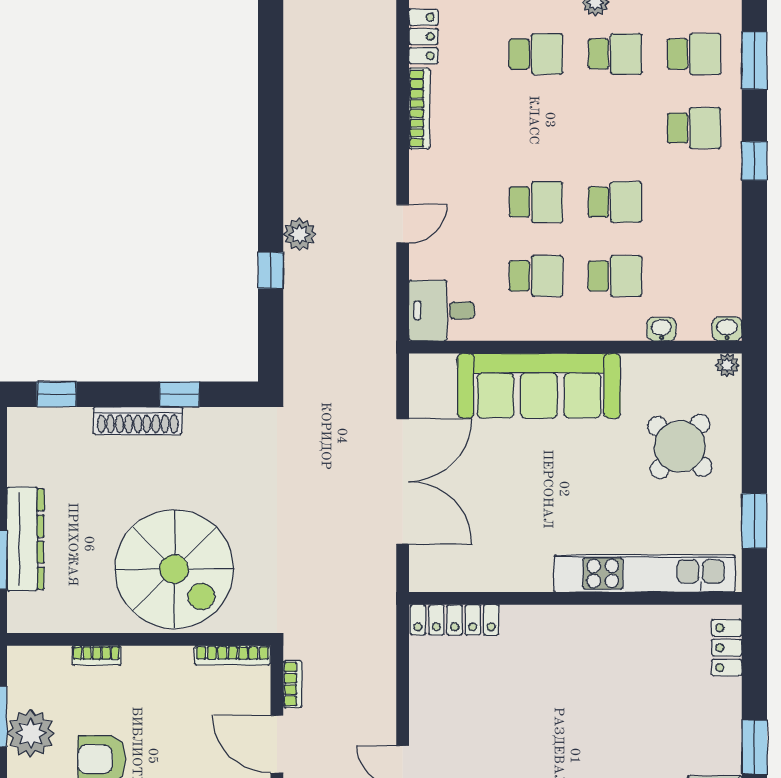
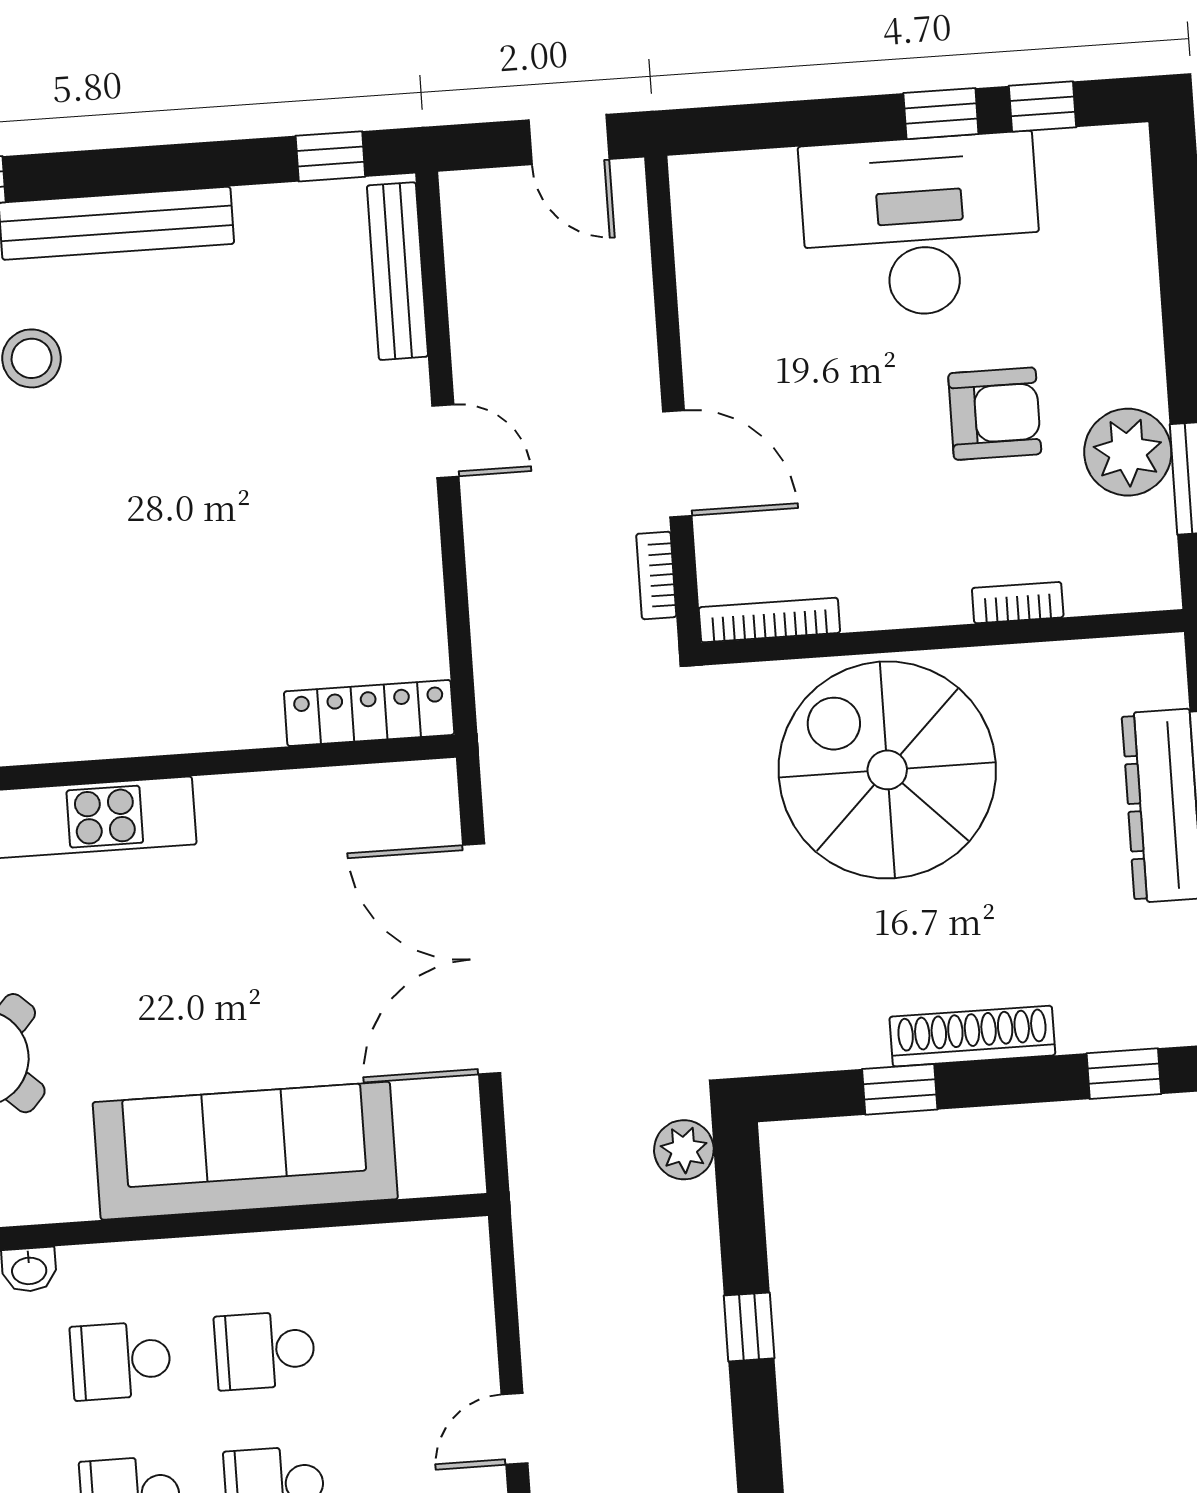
plant: (300, 234) -> (684, 1150), moved
desk: (442, 310) -> (432, 1276), removed

